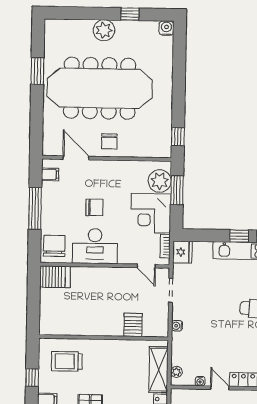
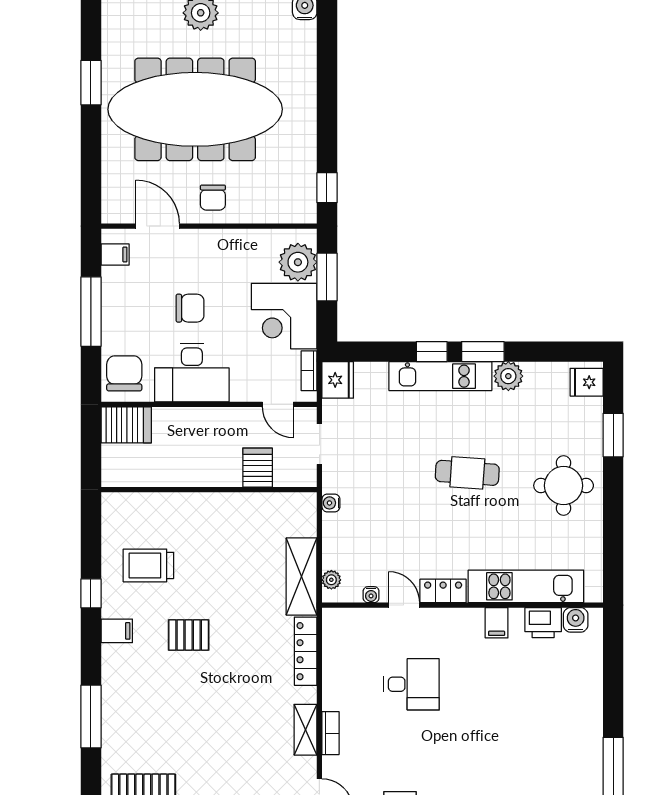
server rack: (133, 325) -> (258, 468), moved
wall: (104, 338) -> (209, 490), moved

